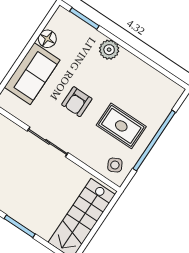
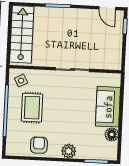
armchair: (77, 102) -> (39, 145), moved
rug: (121, 126) -> (32, 108), turned 90

